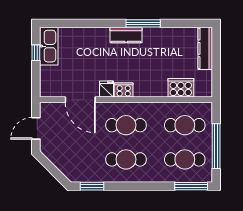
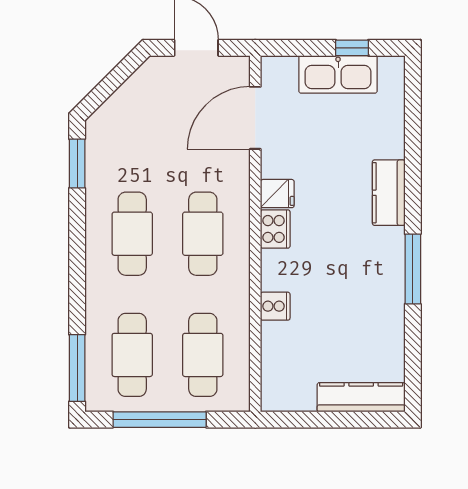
kitchen counter: (126, 35) -> (389, 193), moved
kitchen sink: (49, 46) -> (338, 74), moved
cooker: (181, 88) -> (275, 306), moved, width x0.53, depth x0.76
door: (80, 100) -> (255, 118), moved

